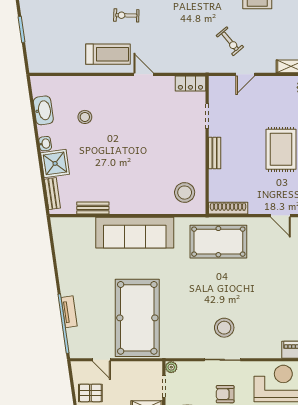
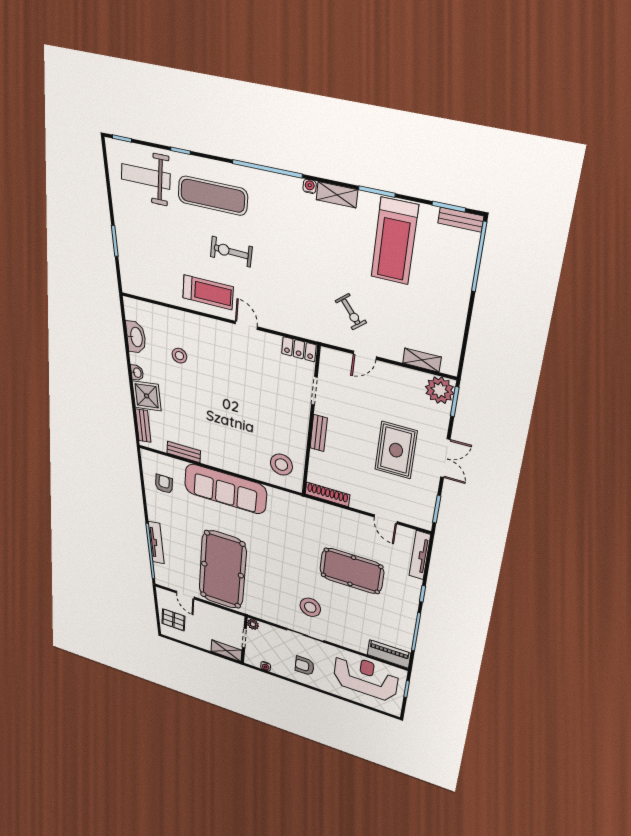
exercise bike: (126, 15) -> (231, 252), width x1.38, depth x1.39
pool table: (218, 242) -> (352, 571), moved
armchair: (75, 247) -> (164, 484), added
tv unit: (69, 312) -> (156, 543), width x1.41

